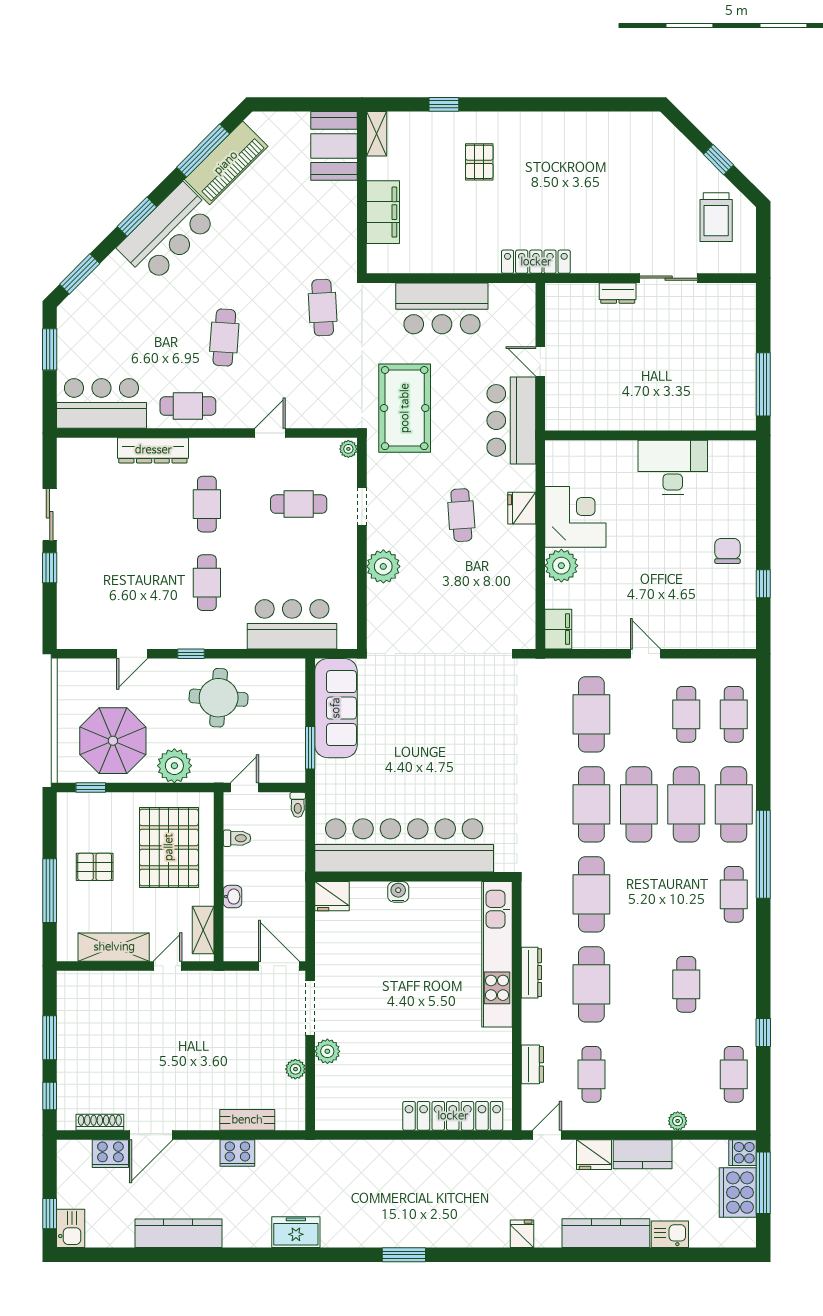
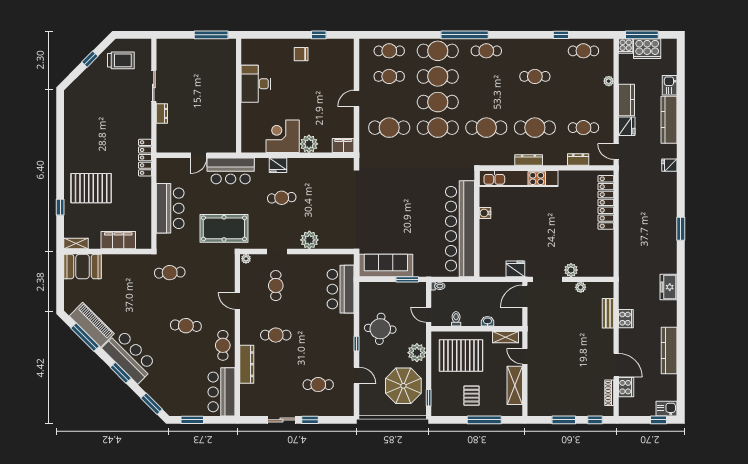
pallet: (479, 162) -> (91, 188), width x2.05, depth x2.00
cafe table: (207, 583) -> (318, 385), moved
water cooler: (398, 892) -> (485, 213), moved
fridge: (332, 896) -> (515, 269), moved, turned -90

